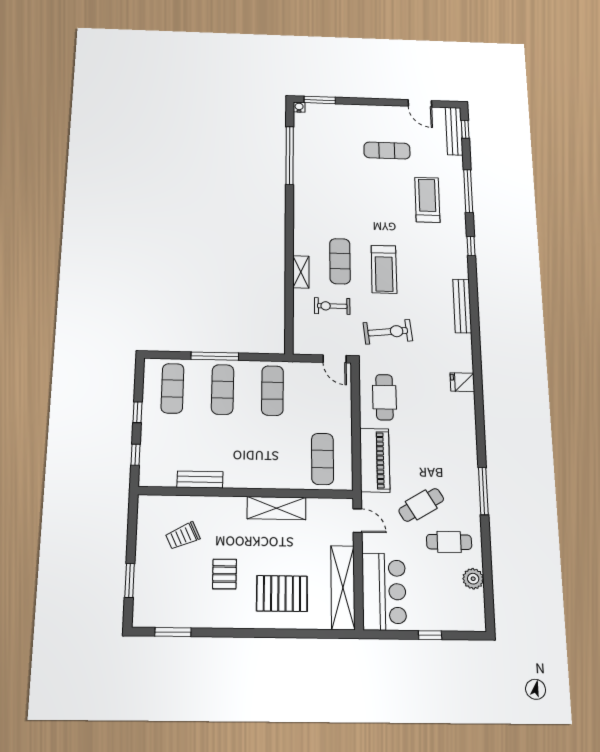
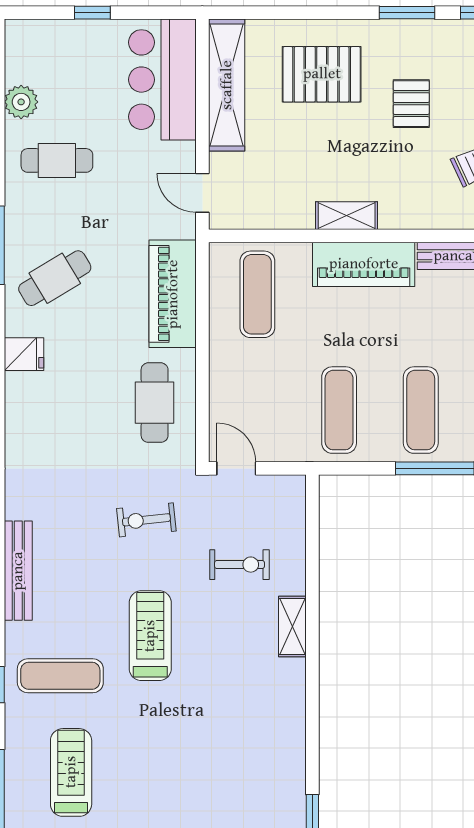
treadmill: (427, 200) -> (71, 772), turned 180
exercise mat: (340, 261) -> (60, 676), moved, turned 90
exercise bike: (388, 332) -> (146, 520), width x0.73, depth x0.72
fridge: (462, 382) -> (24, 354), moved
piano: (256, 475) -> (364, 264), added
cafe table: (421, 505) -> (55, 278), moved
shelving: (276, 508) -> (347, 216), width x0.67, depth x0.75
window: (226, 633) -> (407, 13), added

